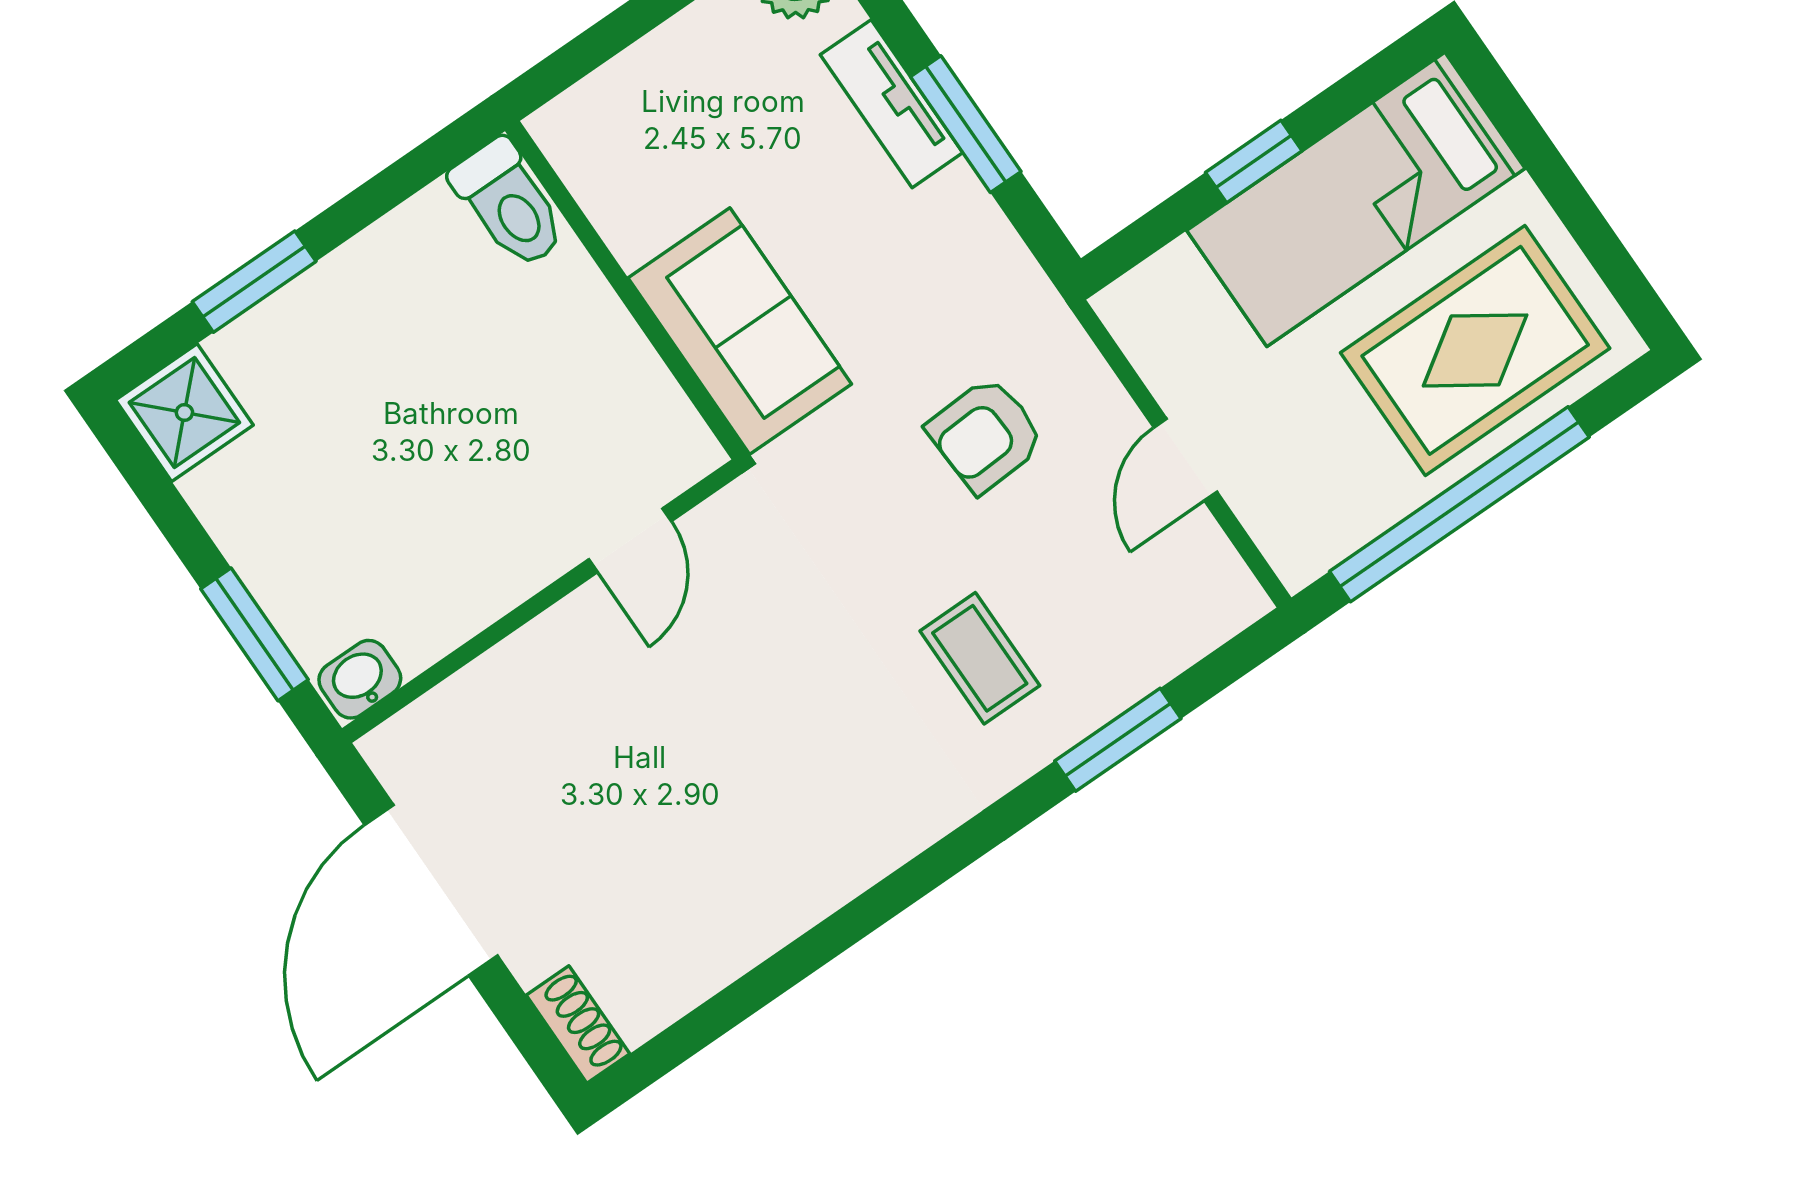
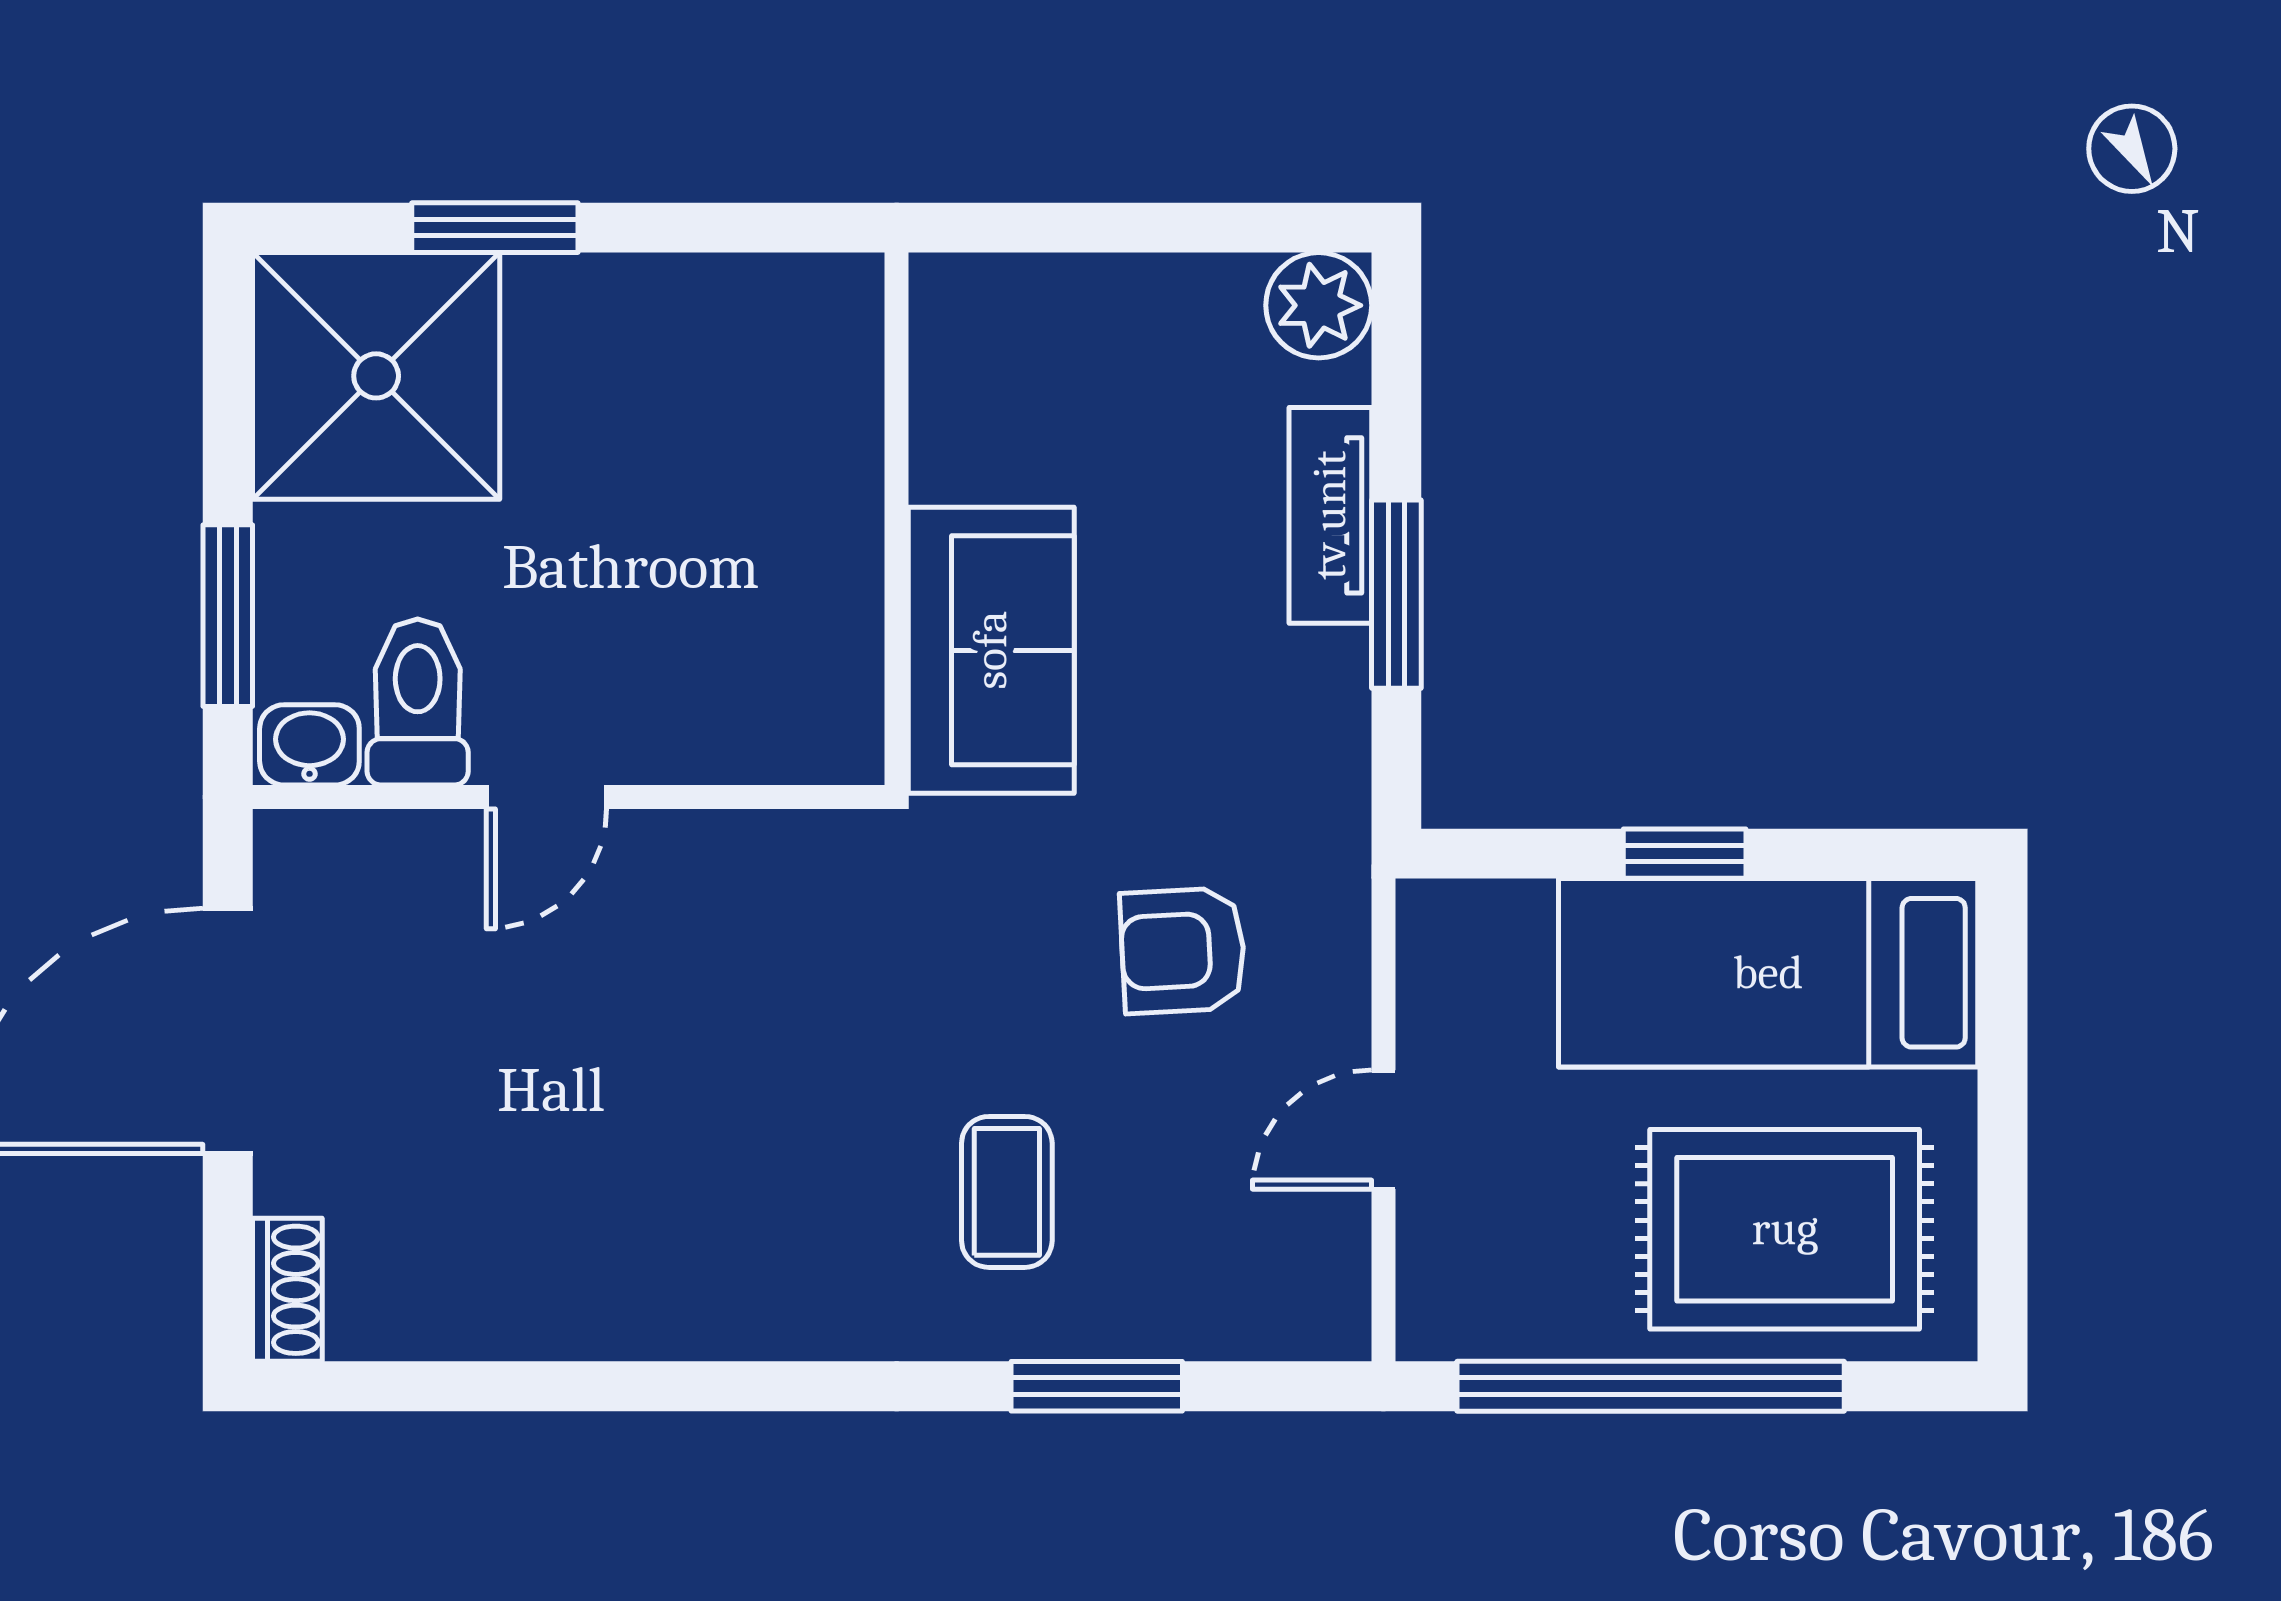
toilet: (509, 204) -> (418, 702), moved, turned 180
shower: (184, 413) -> (376, 376), width x1.86, depth x1.86
door: (630, 540) -> (546, 797), moved

